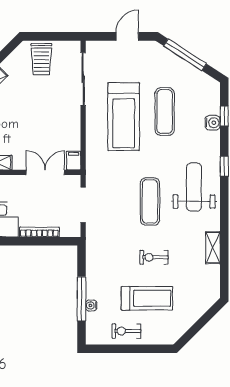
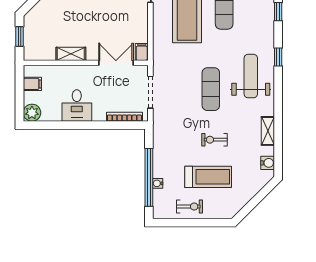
water cooler: (213, 123) -> (268, 163), moved
bookcase: (39, 232) -> (124, 117), moved
window: (82, 299) -> (149, 177), width x1.46
exercise bike: (126, 331) -> (189, 207), turned 180

